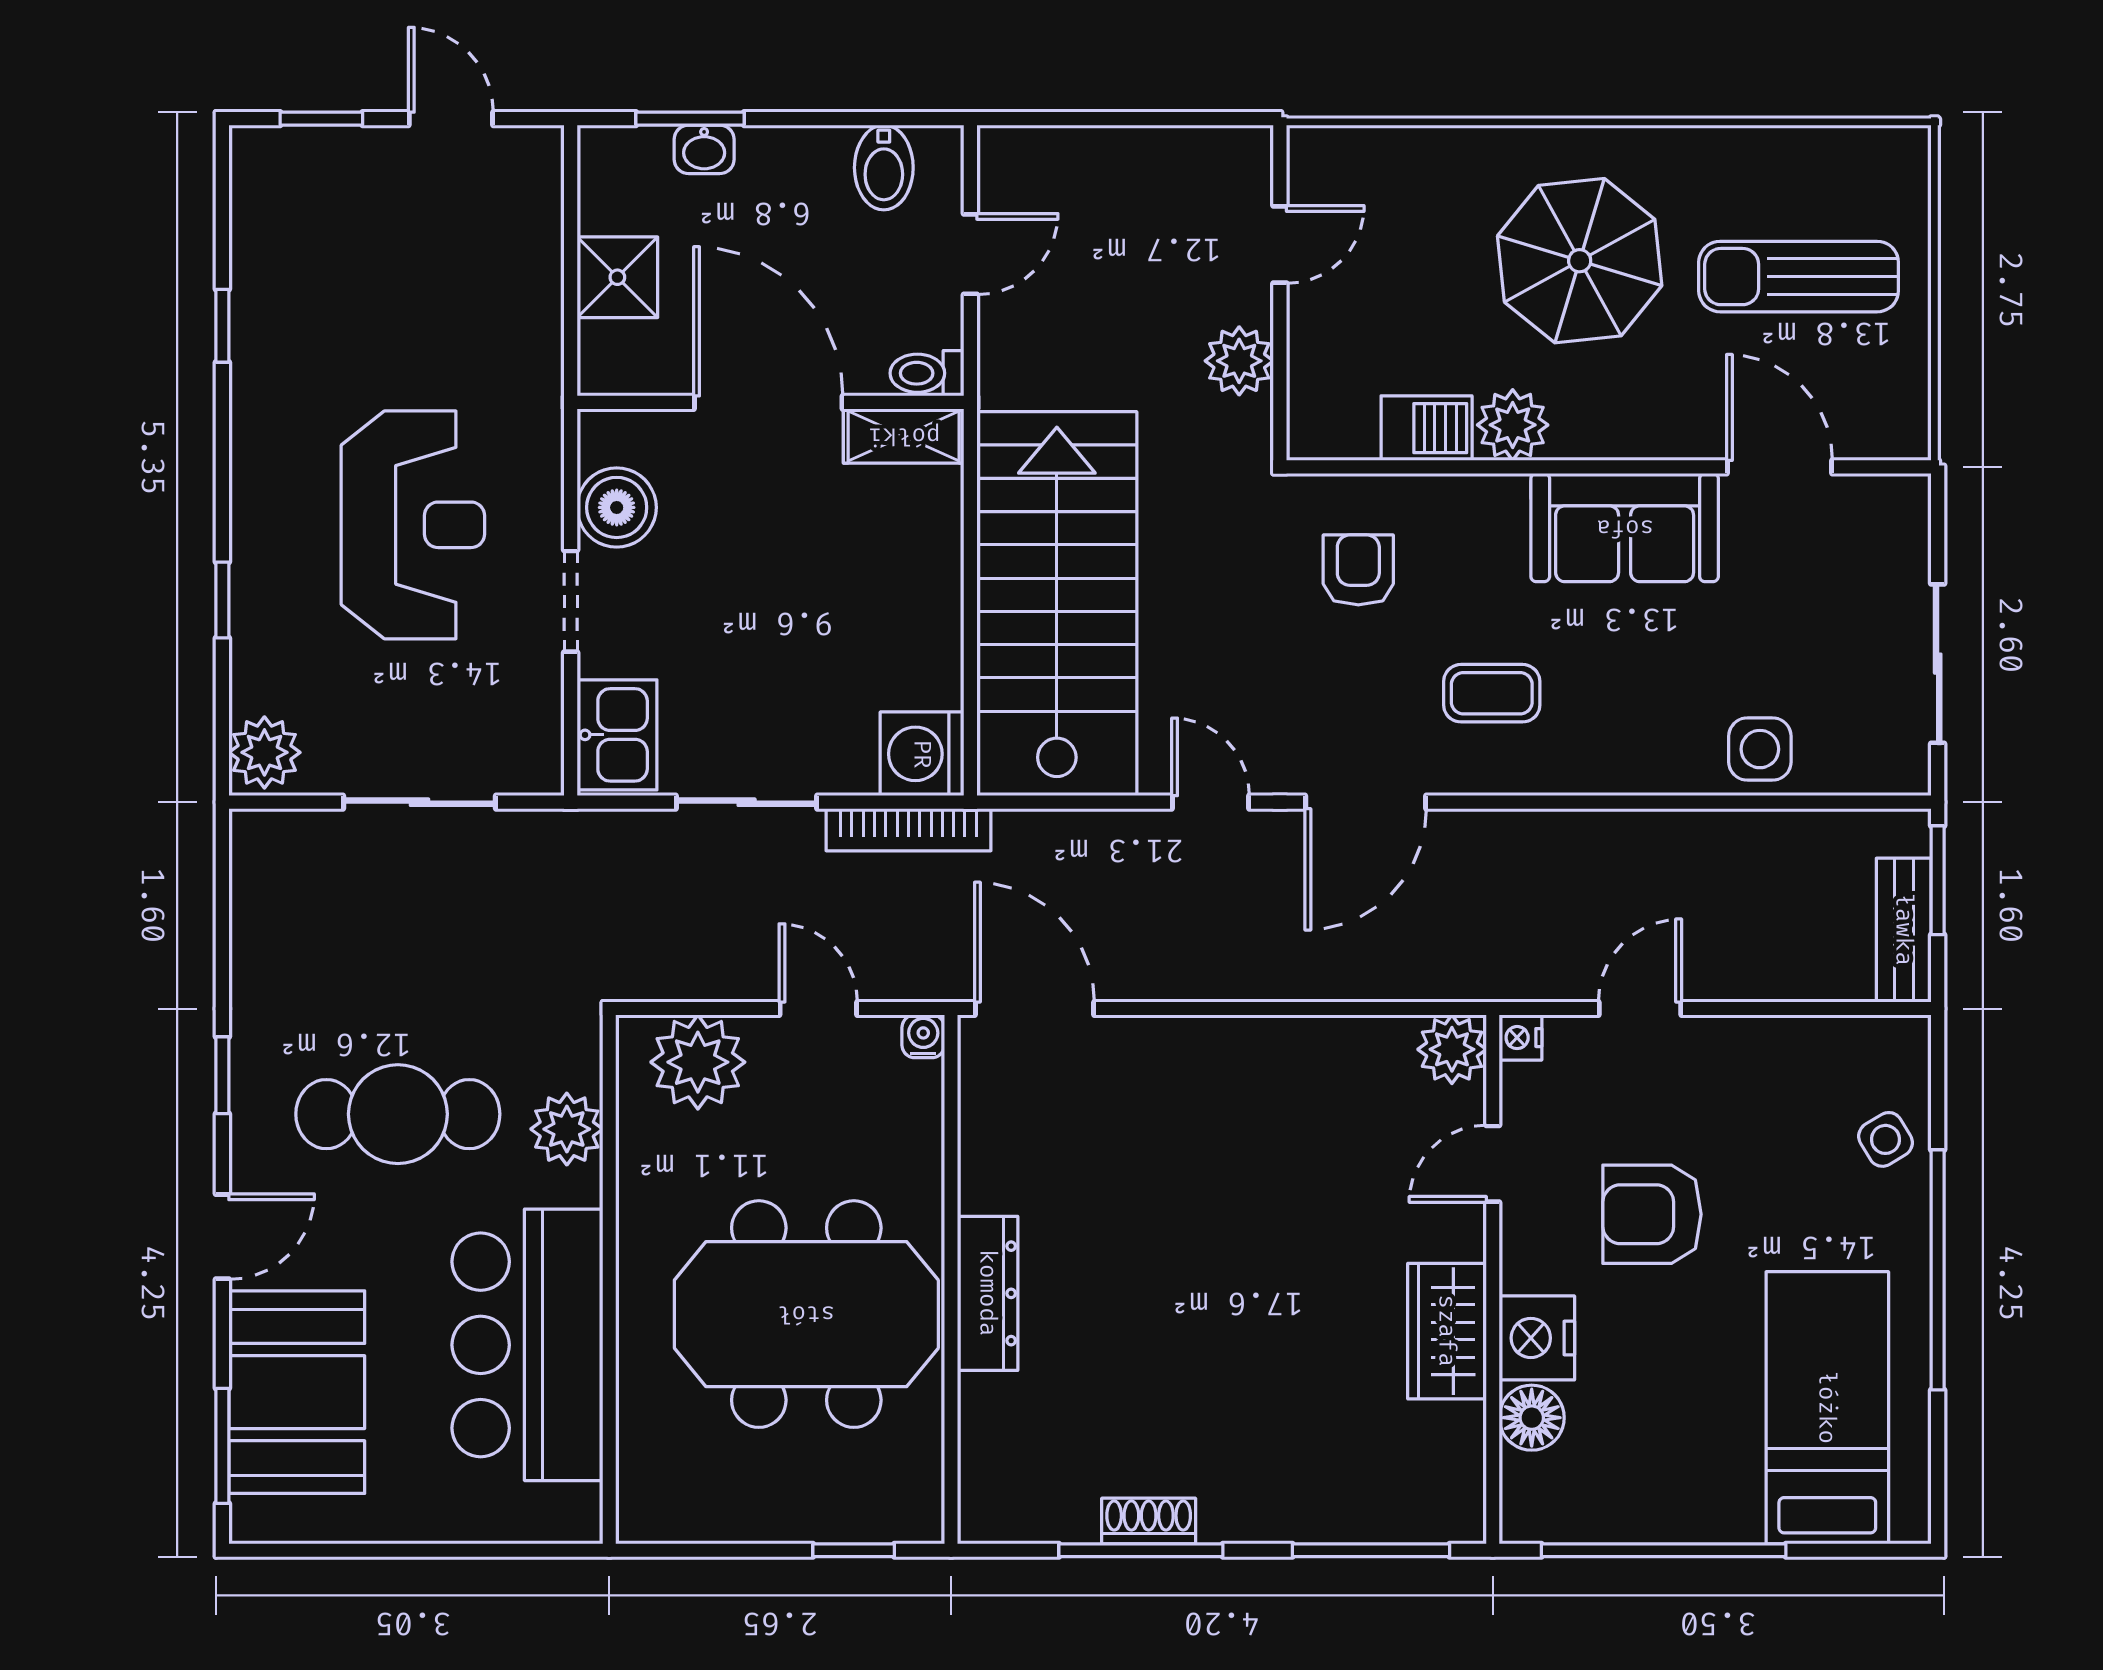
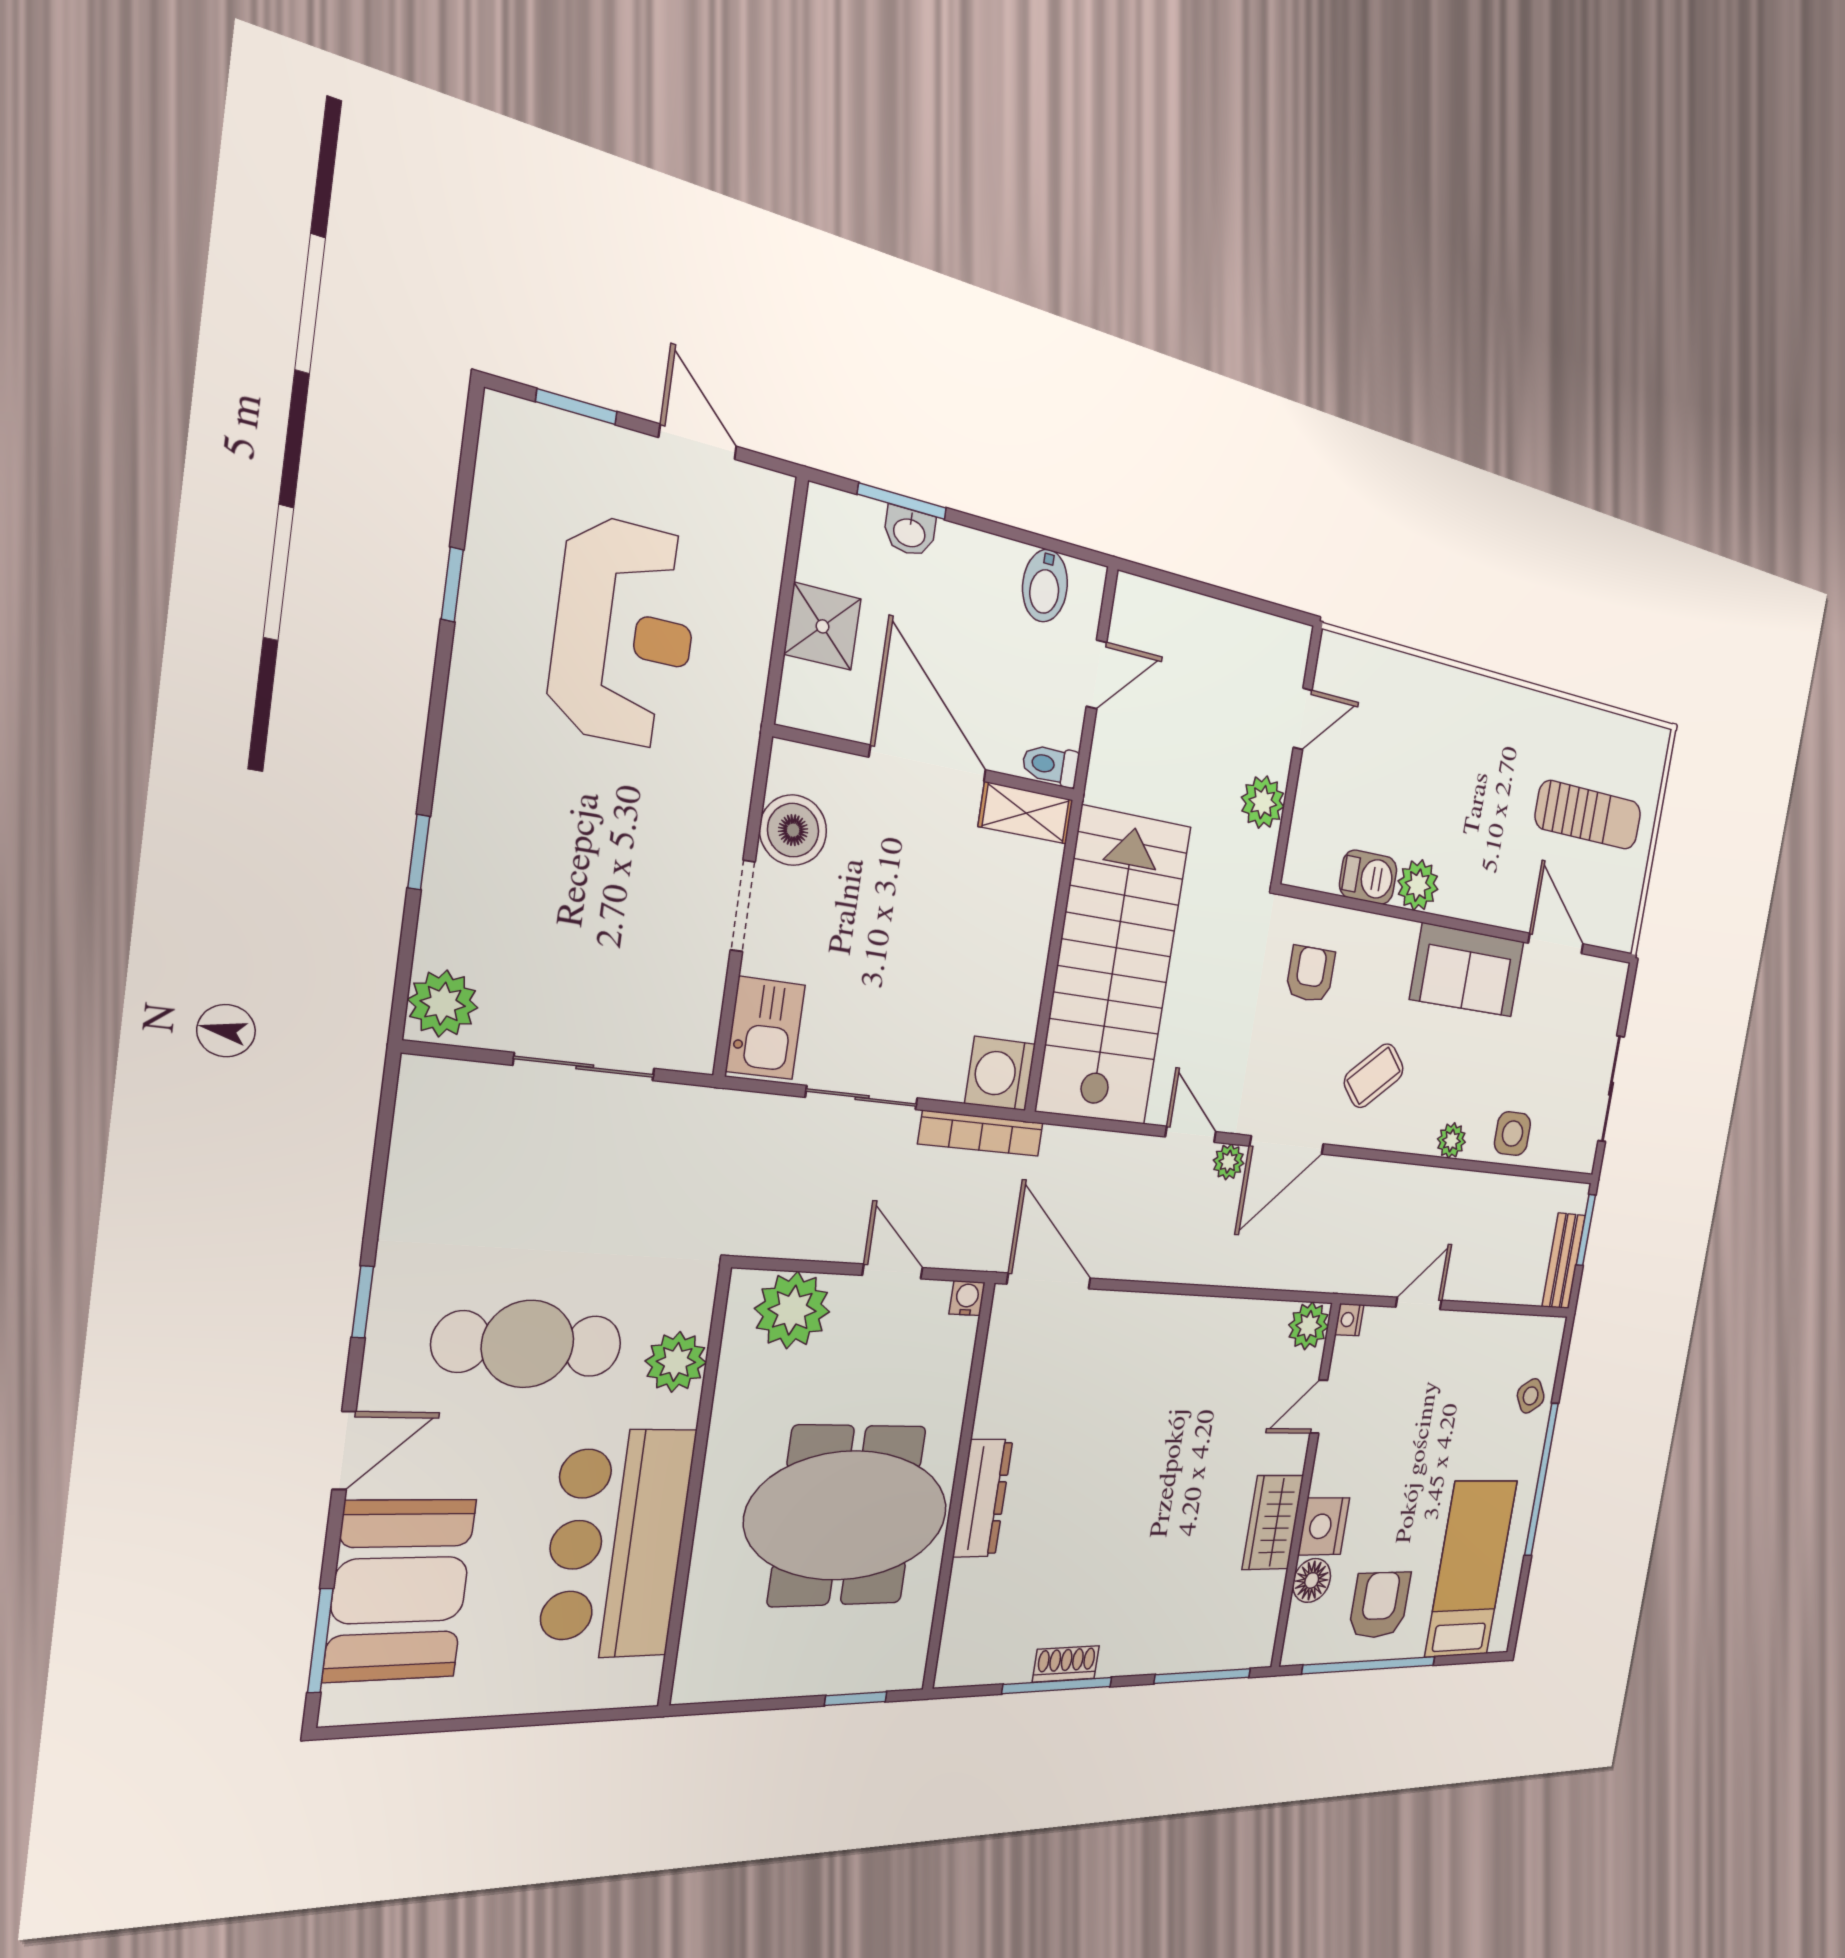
parasol: (1580, 261) -> (1475, 775), removed
sun lounger: (1799, 277) -> (1588, 815), turned 180
reception desk: (413, 525) -> (624, 633), moved
coffee table: (1492, 693) -> (1374, 1076), turned -41
plant: (1649, 770) -> (1451, 1141), added
plant: (1276, 833) -> (1229, 1162), added
armchair: (1652, 1214) -> (1380, 1605), moved, turned 90

